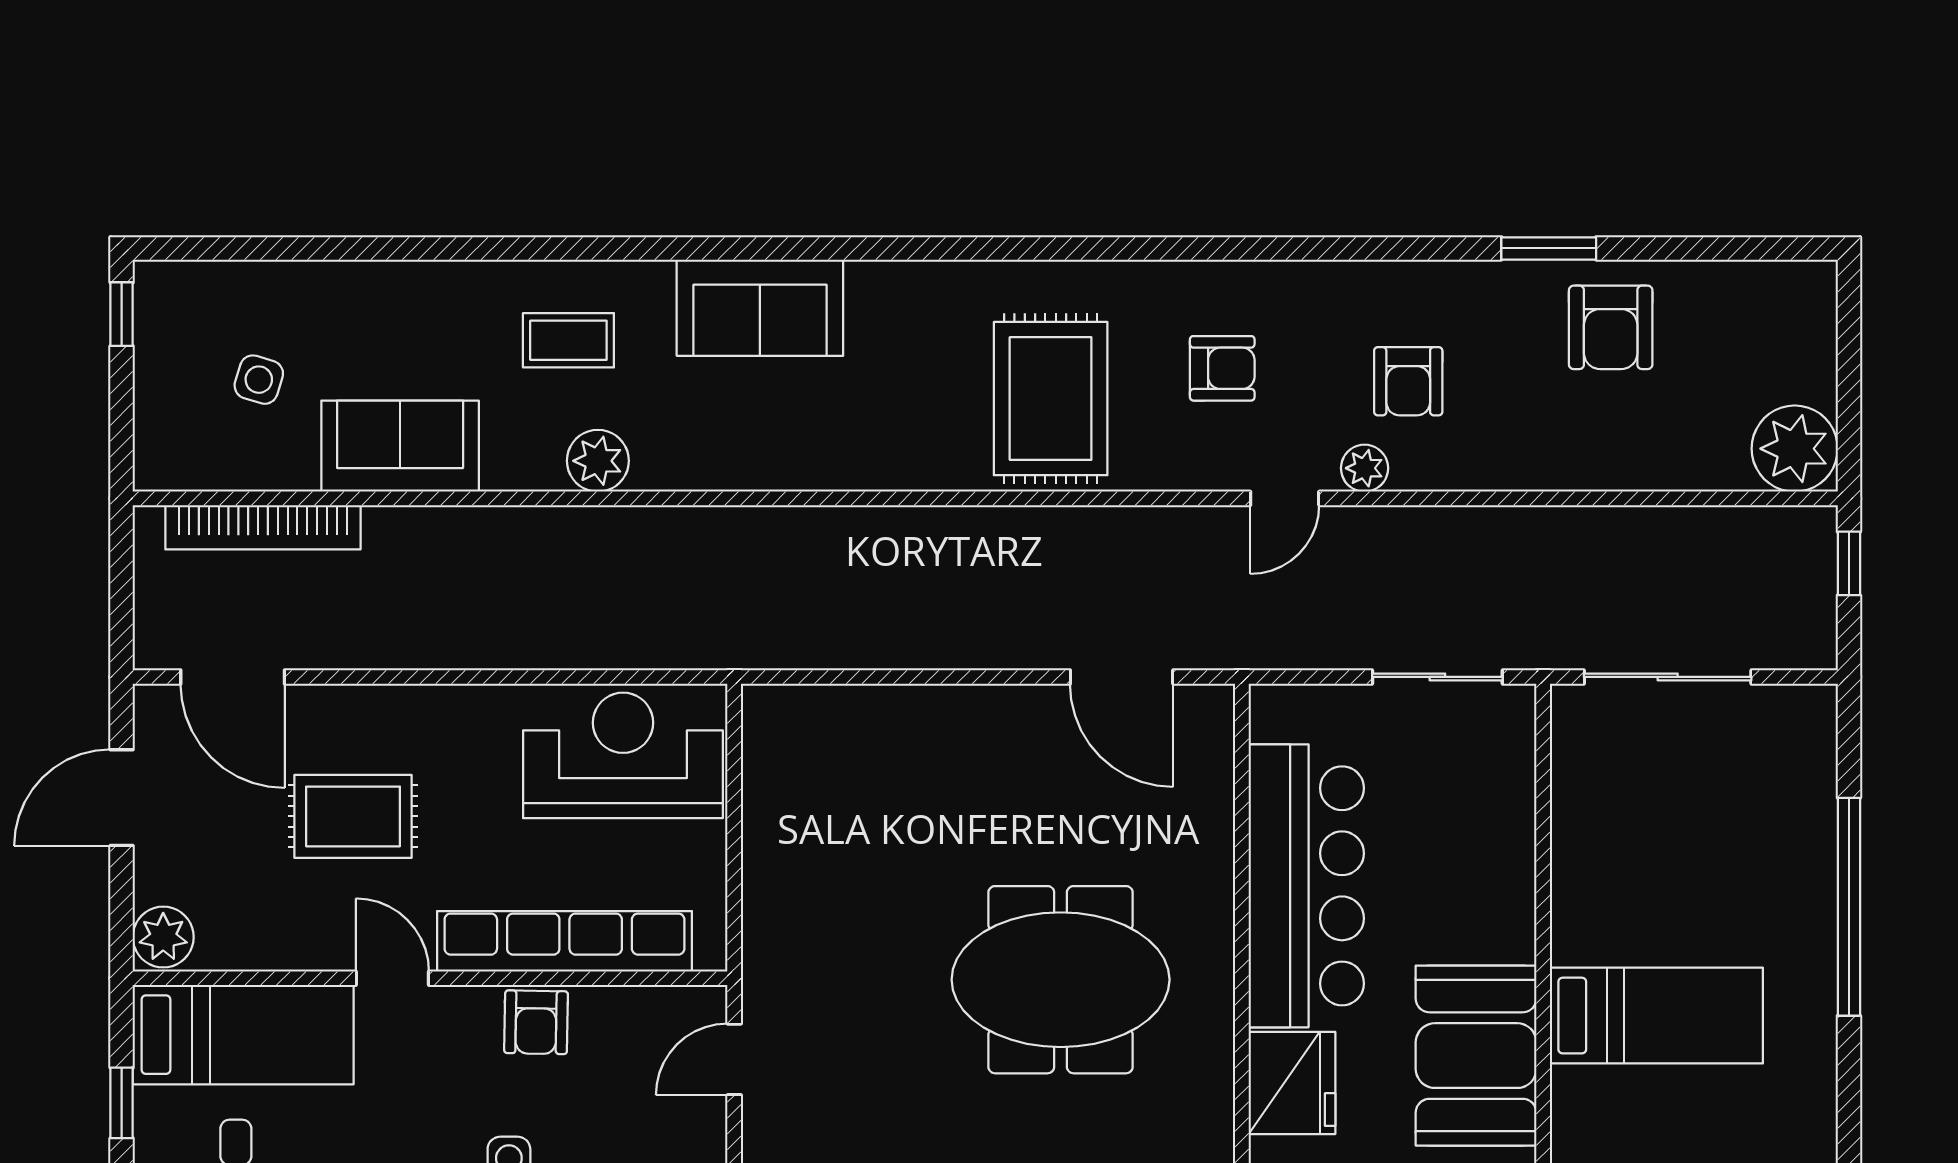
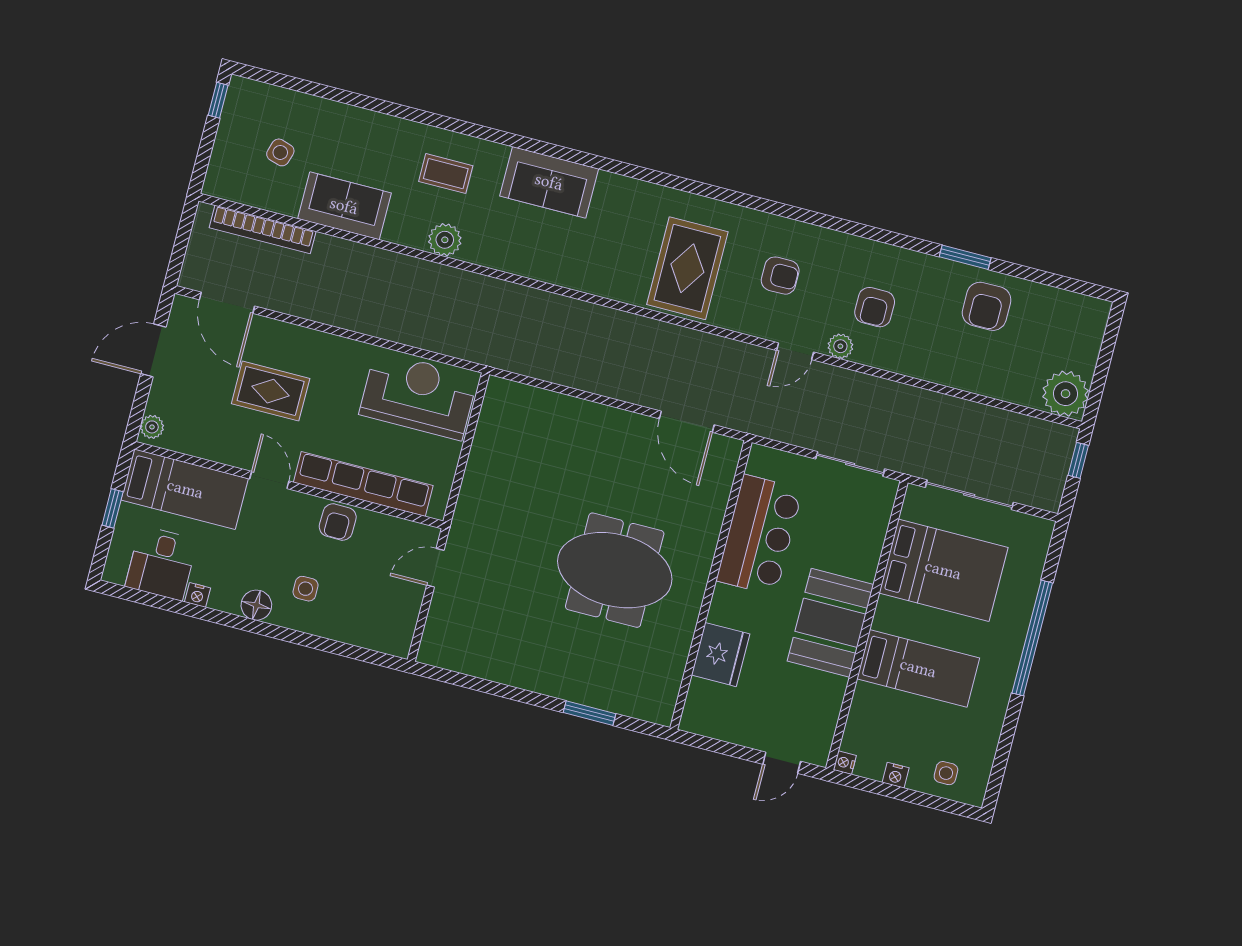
bed: (1656, 826) -> (943, 570), added
bar counter: (1306, 886) -> (759, 535), width x0.73
plant: (163, 937) -> (152, 427), width x0.73, depth x0.73
booth: (1476, 1056) -> (830, 623), moved

